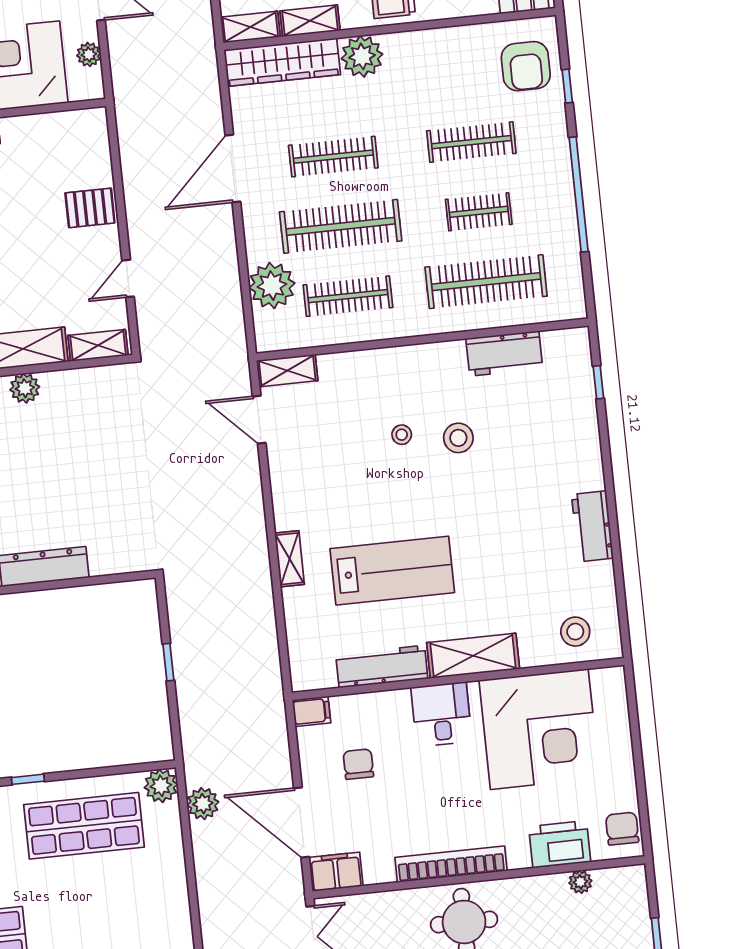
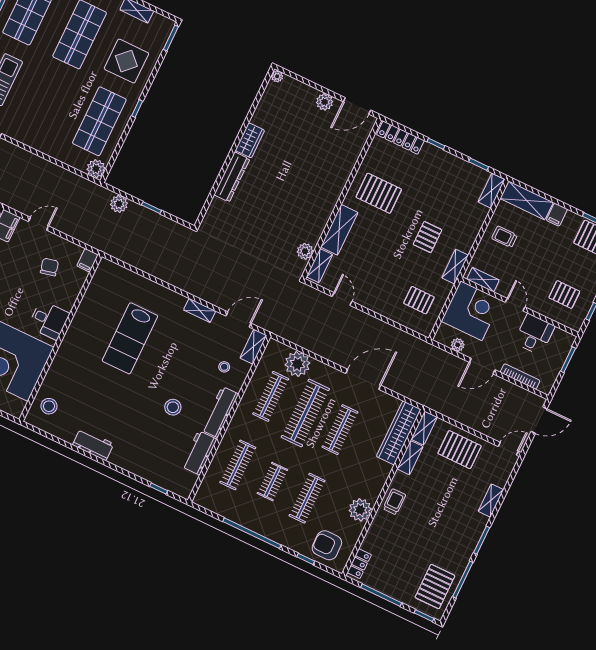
plant: (362, 56) -> (360, 510), moved
door: (233, 168) -> (363, 379), hinge flipped
pallet: (90, 208) -> (419, 300), moved, turned 90
clothes rail: (486, 282) -> (238, 465), width x0.73, depth x0.76
plant: (25, 388) -> (305, 251), moved
stool: (402, 435) -> (224, 367), moved
shelving: (290, 559) -> (200, 310), moved
shelving: (473, 656) -> (67, 352), removed
workbench: (382, 667) -> (220, 412), moved, turned 180
chair: (358, 764) -> (49, 267), turned -103
plant: (203, 804) -> (119, 204), moved
door: (302, 822) -> (39, 224), width x0.53

